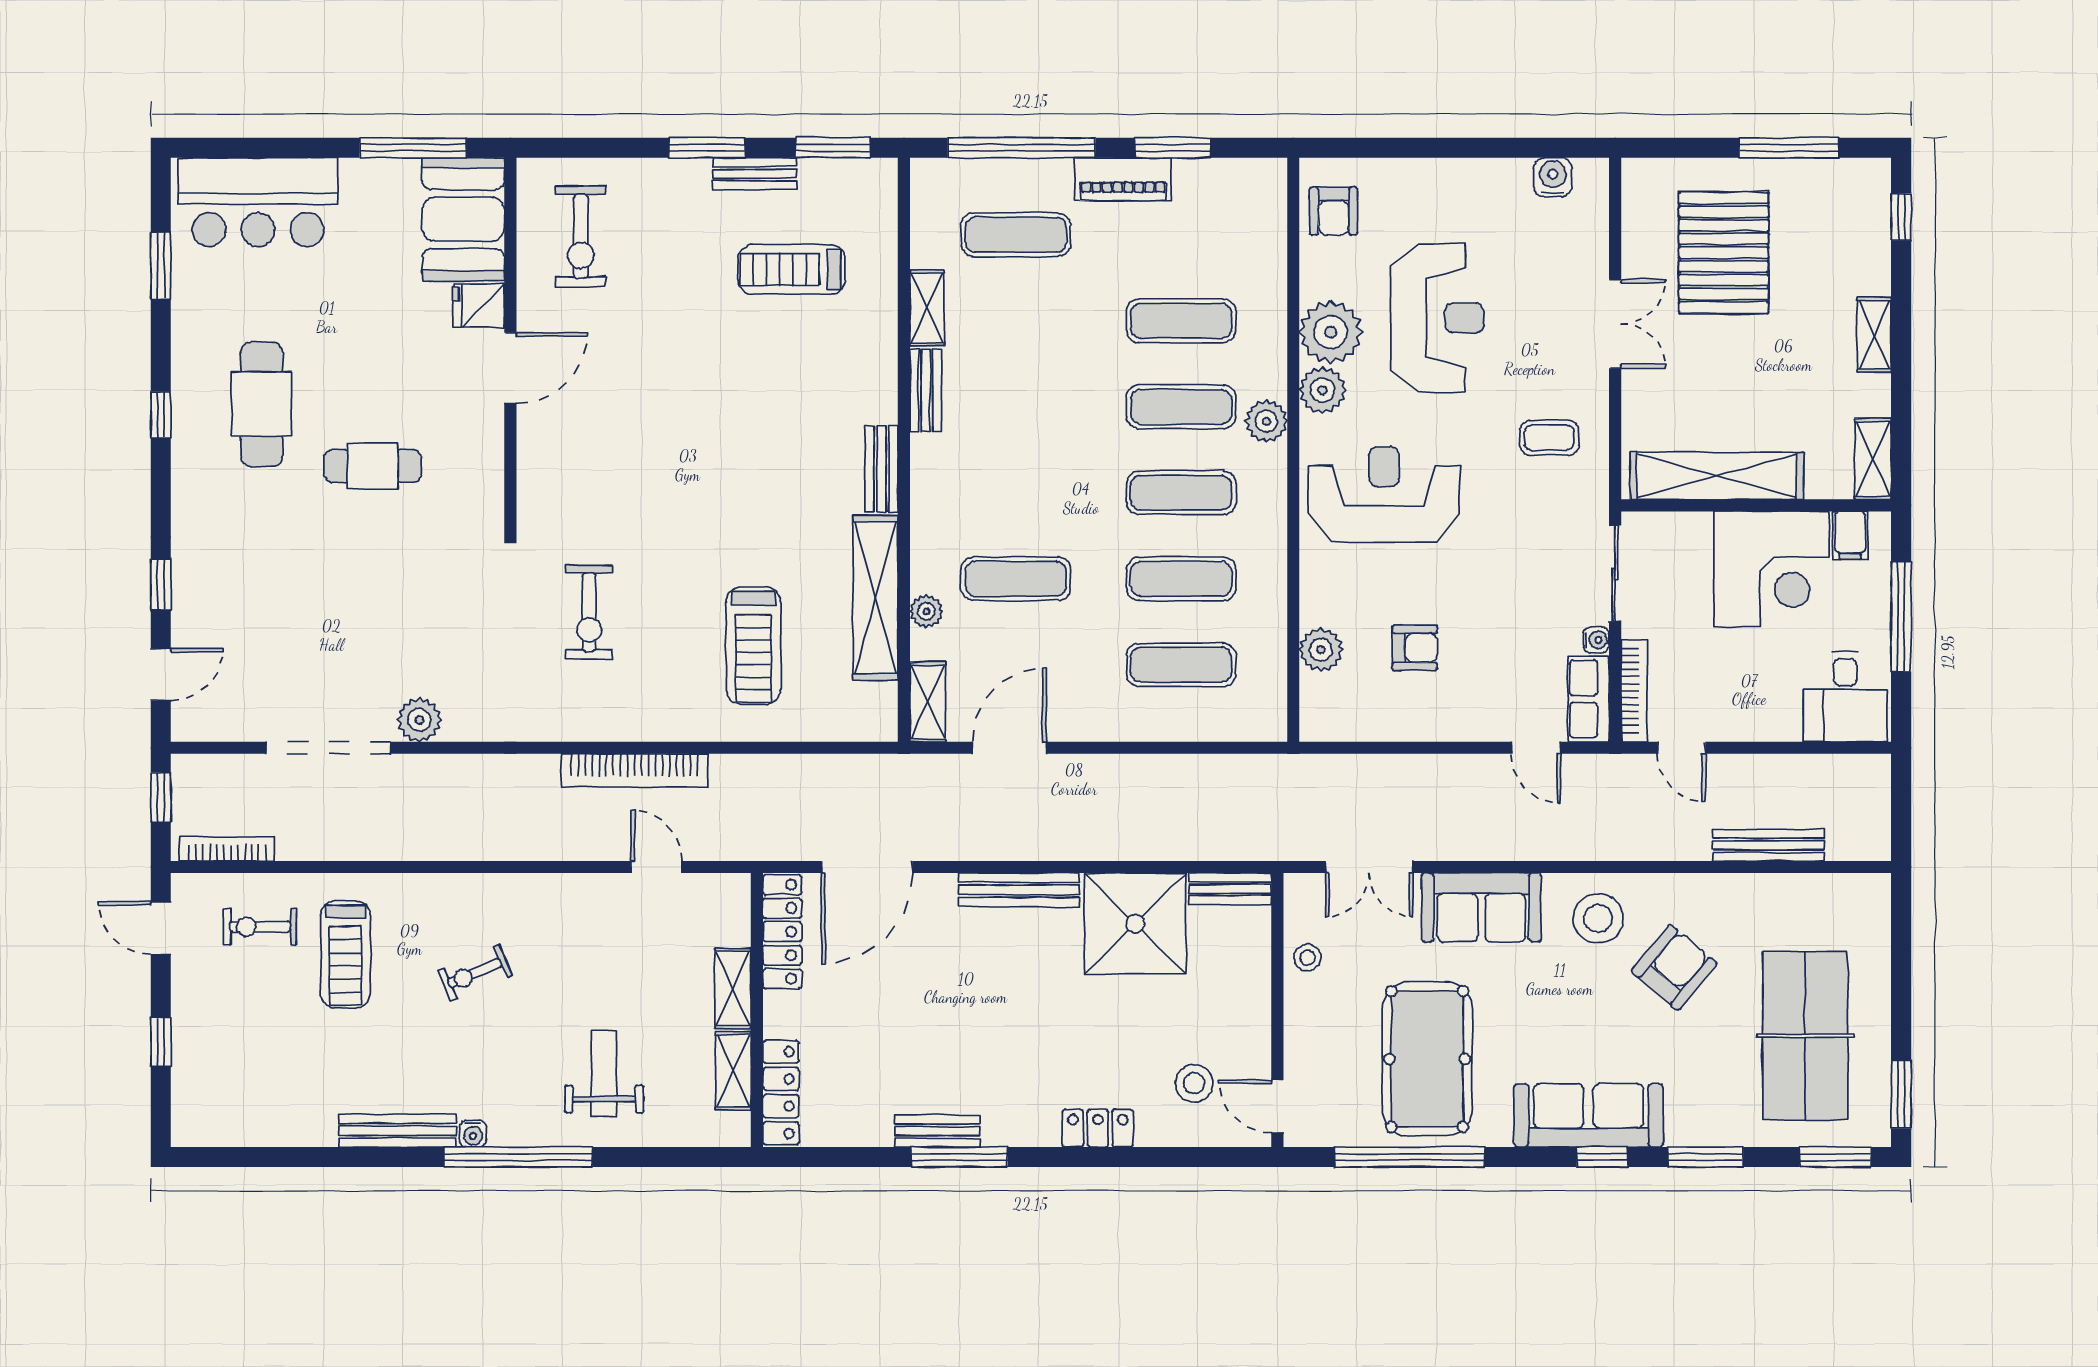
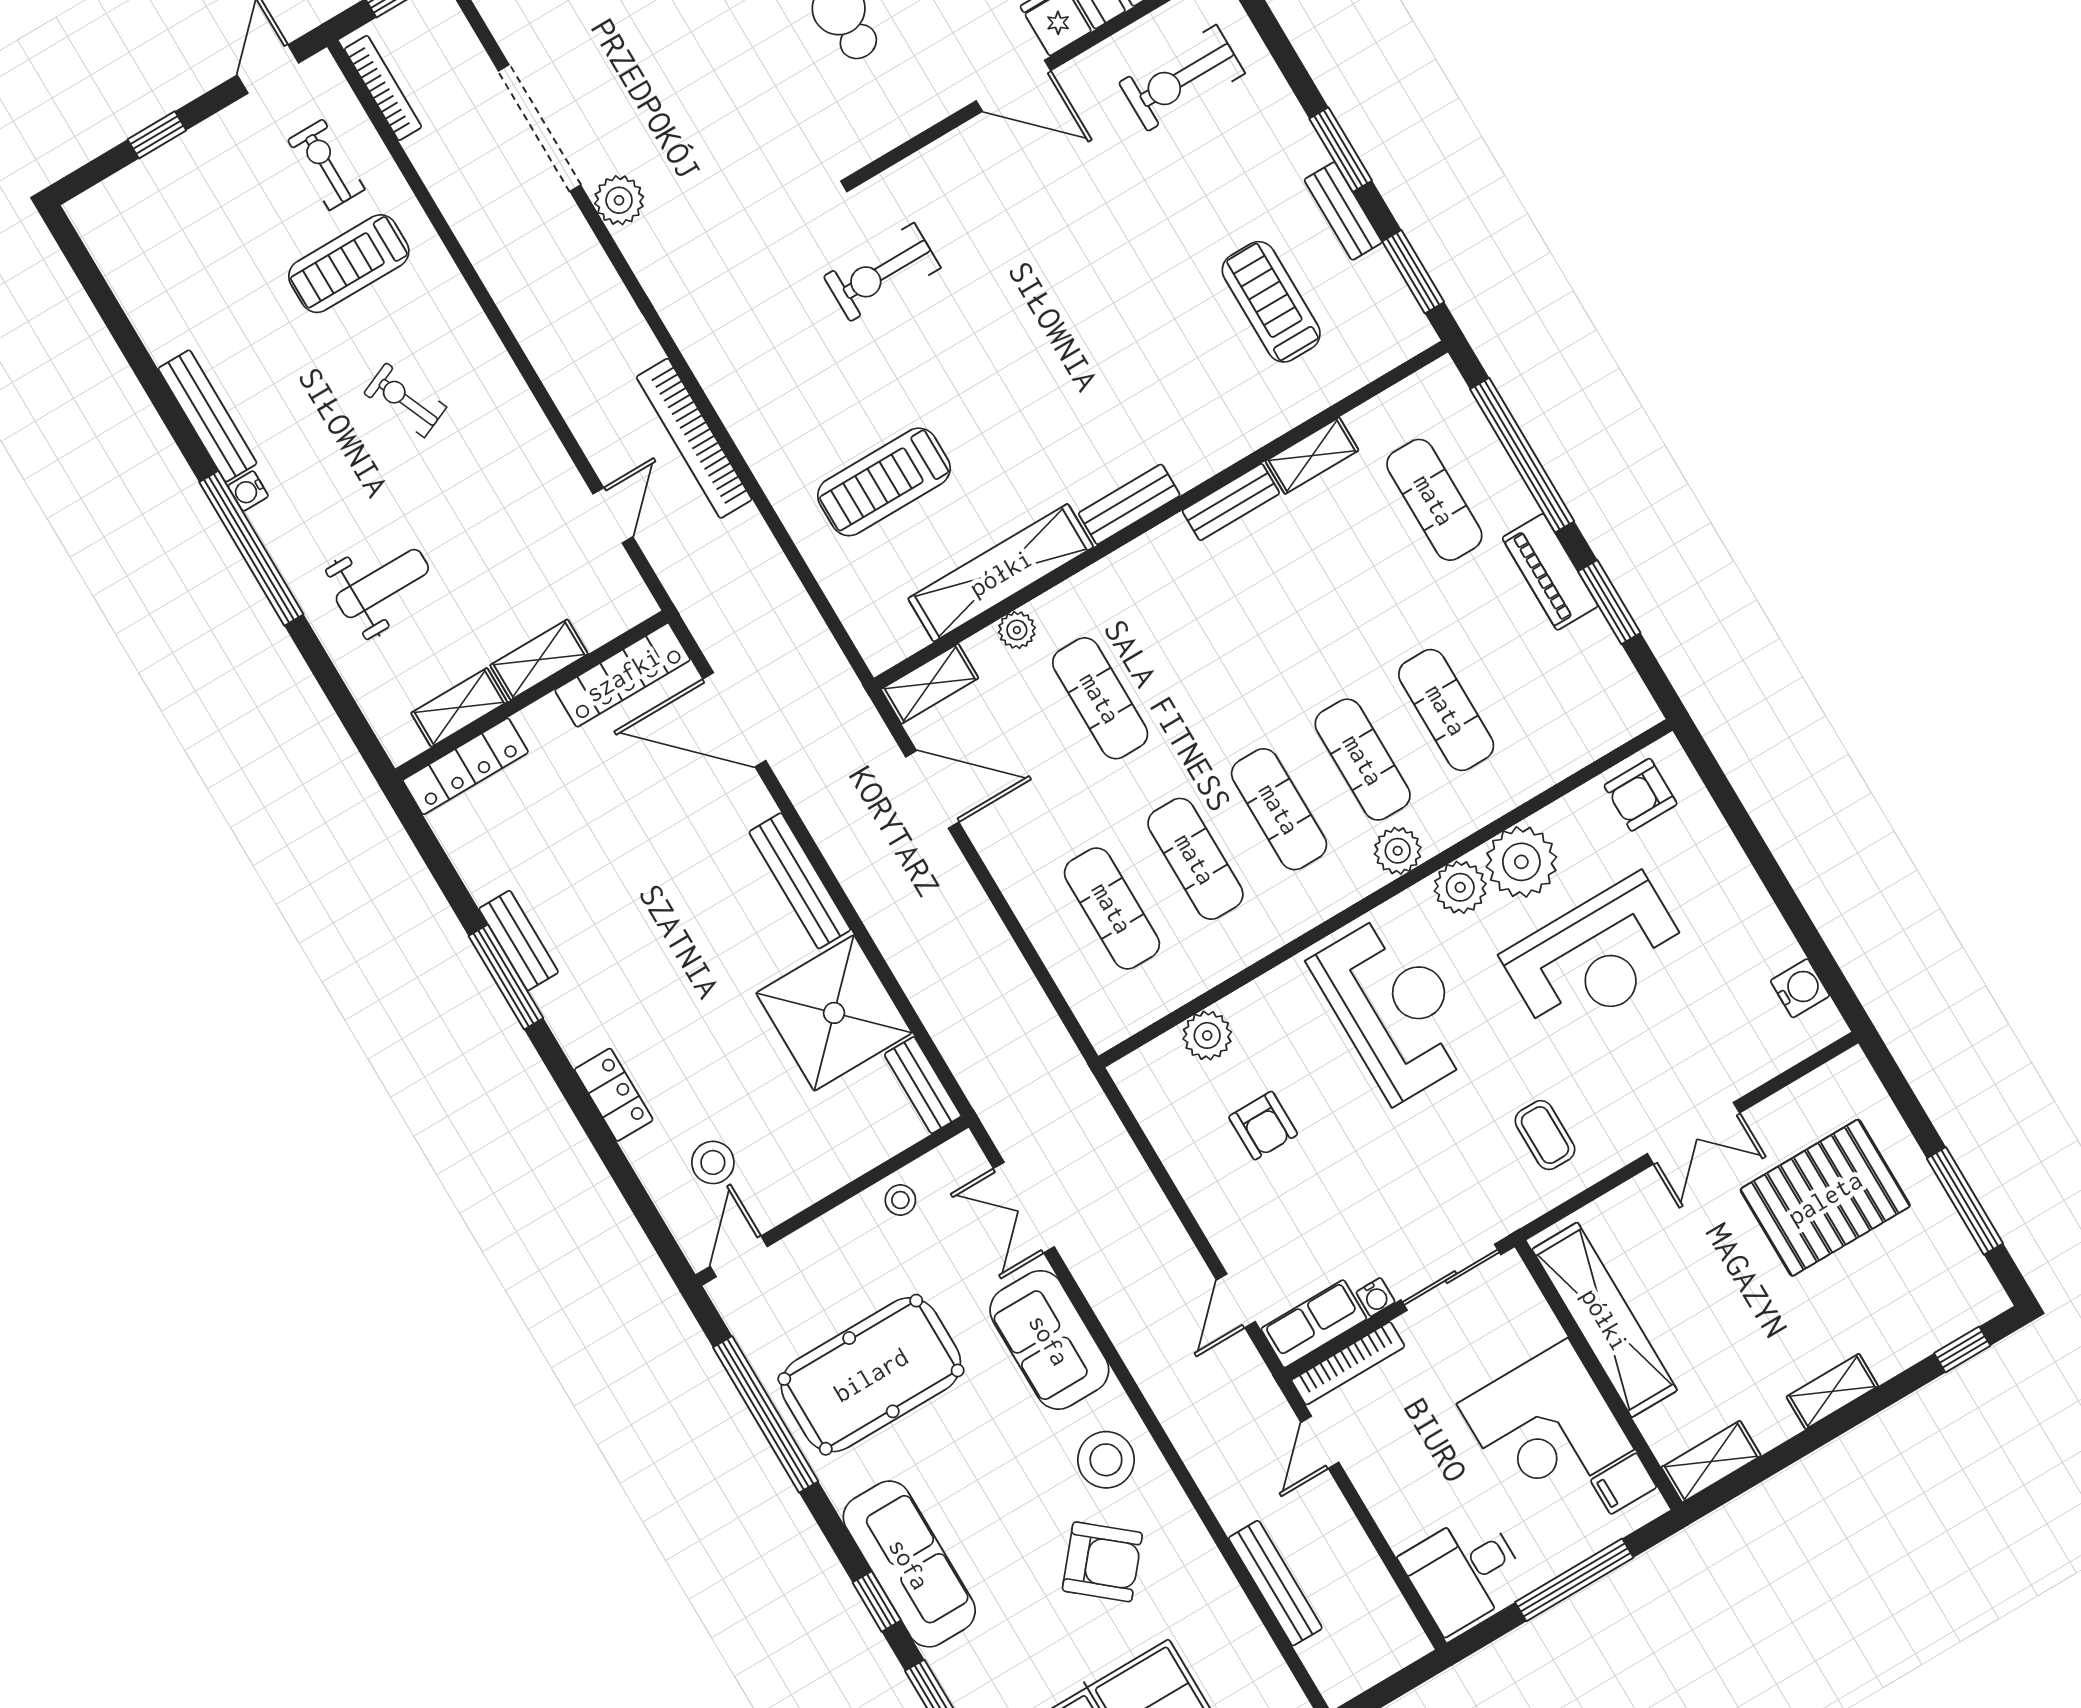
exercise bike: (589, 612) -> (882, 272), moved

